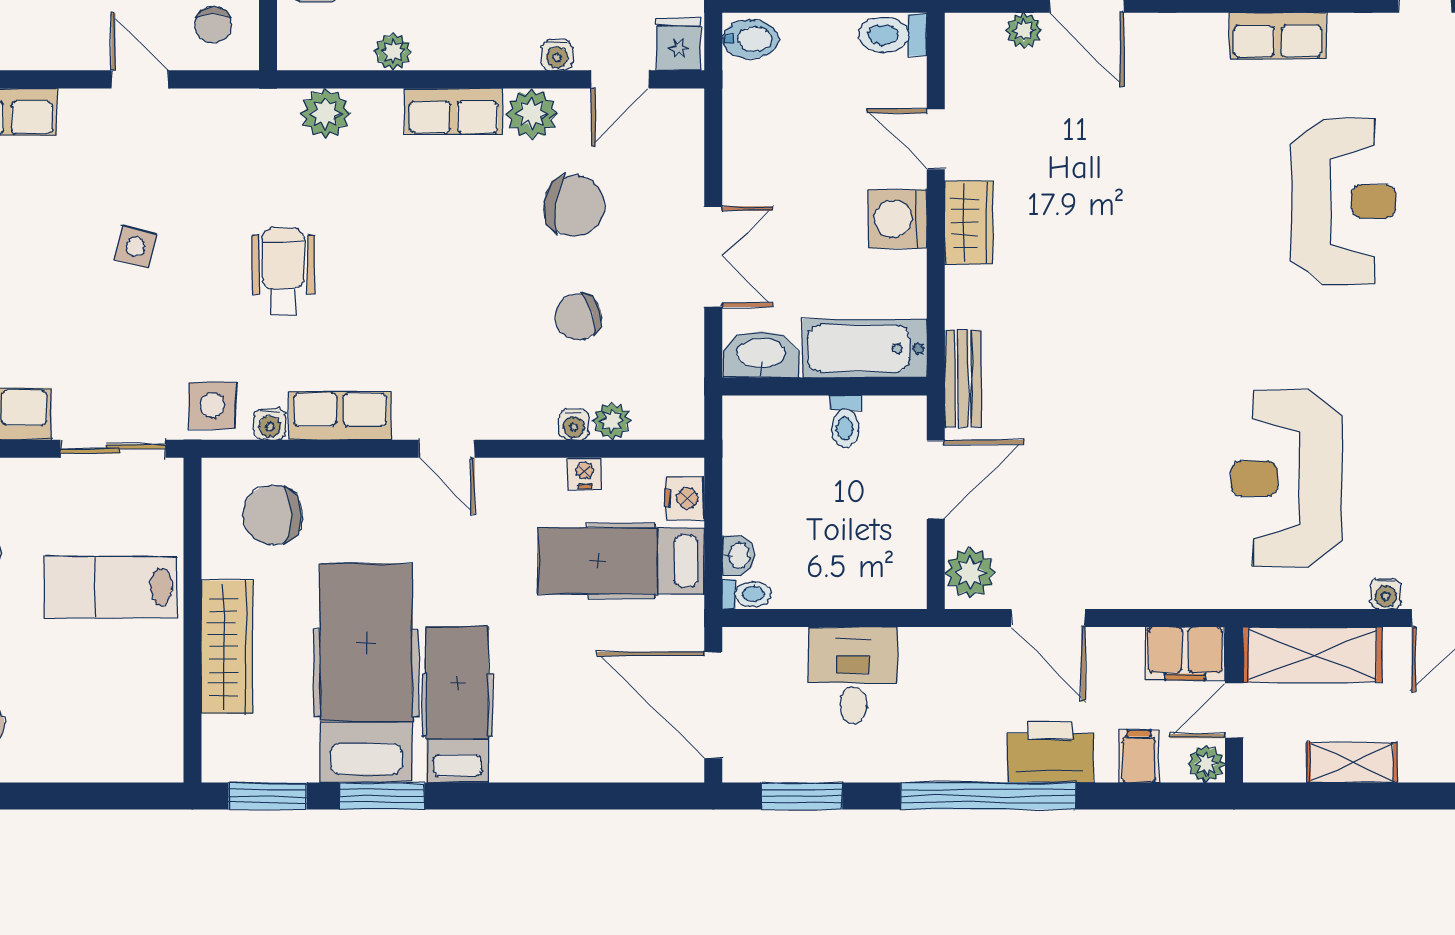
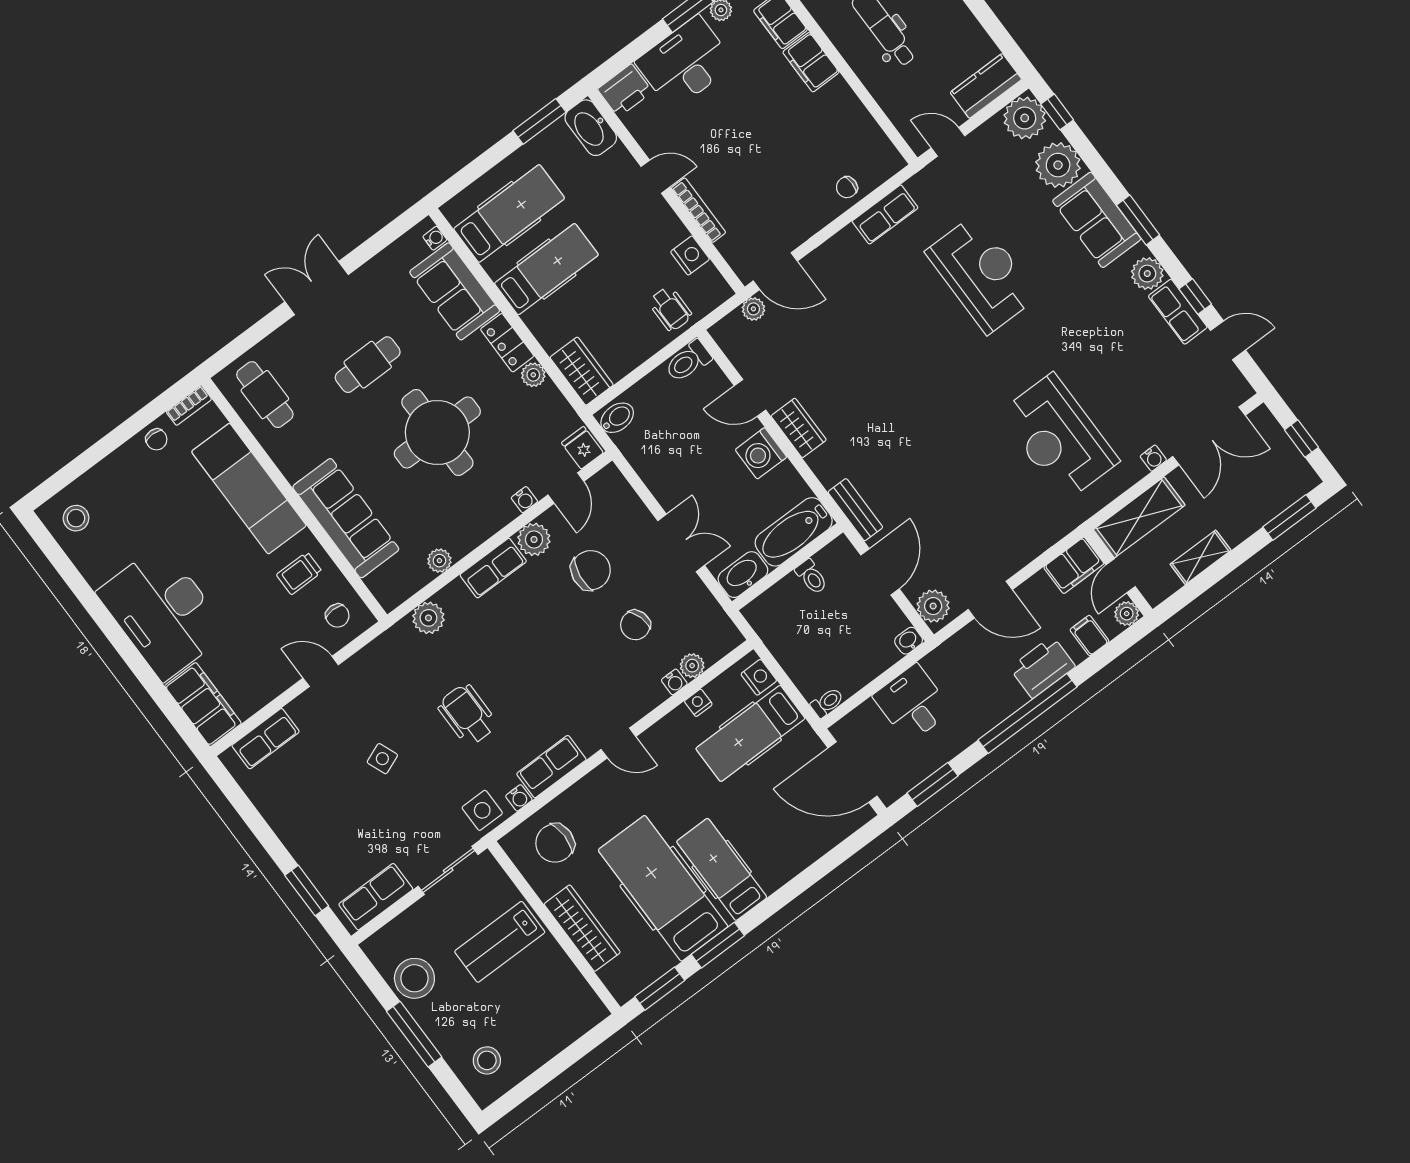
side table: (135, 247) -> (382, 759), turned -36
washbasin: (738, 556) -> (909, 641), moved, turned -90

